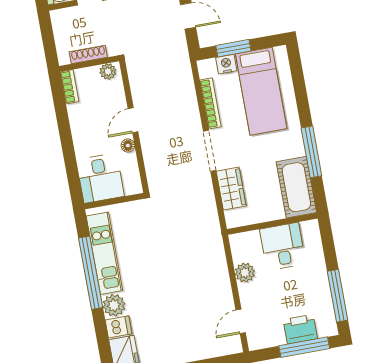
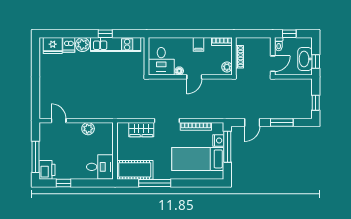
window: (233, 48) -> (227, 147), width x1.44
door: (133, 120) -> (194, 77), swing flipped
filing cabinet: (81, 123) -> (198, 44), added
desk: (100, 178) -> (161, 61), moved, turned -90
desk: (283, 246) -> (100, 167), moved
window: (91, 273) -> (105, 34), width x0.32
window: (338, 296) -> (63, 183), width x0.46
printer: (300, 329) -> (47, 170), moved

